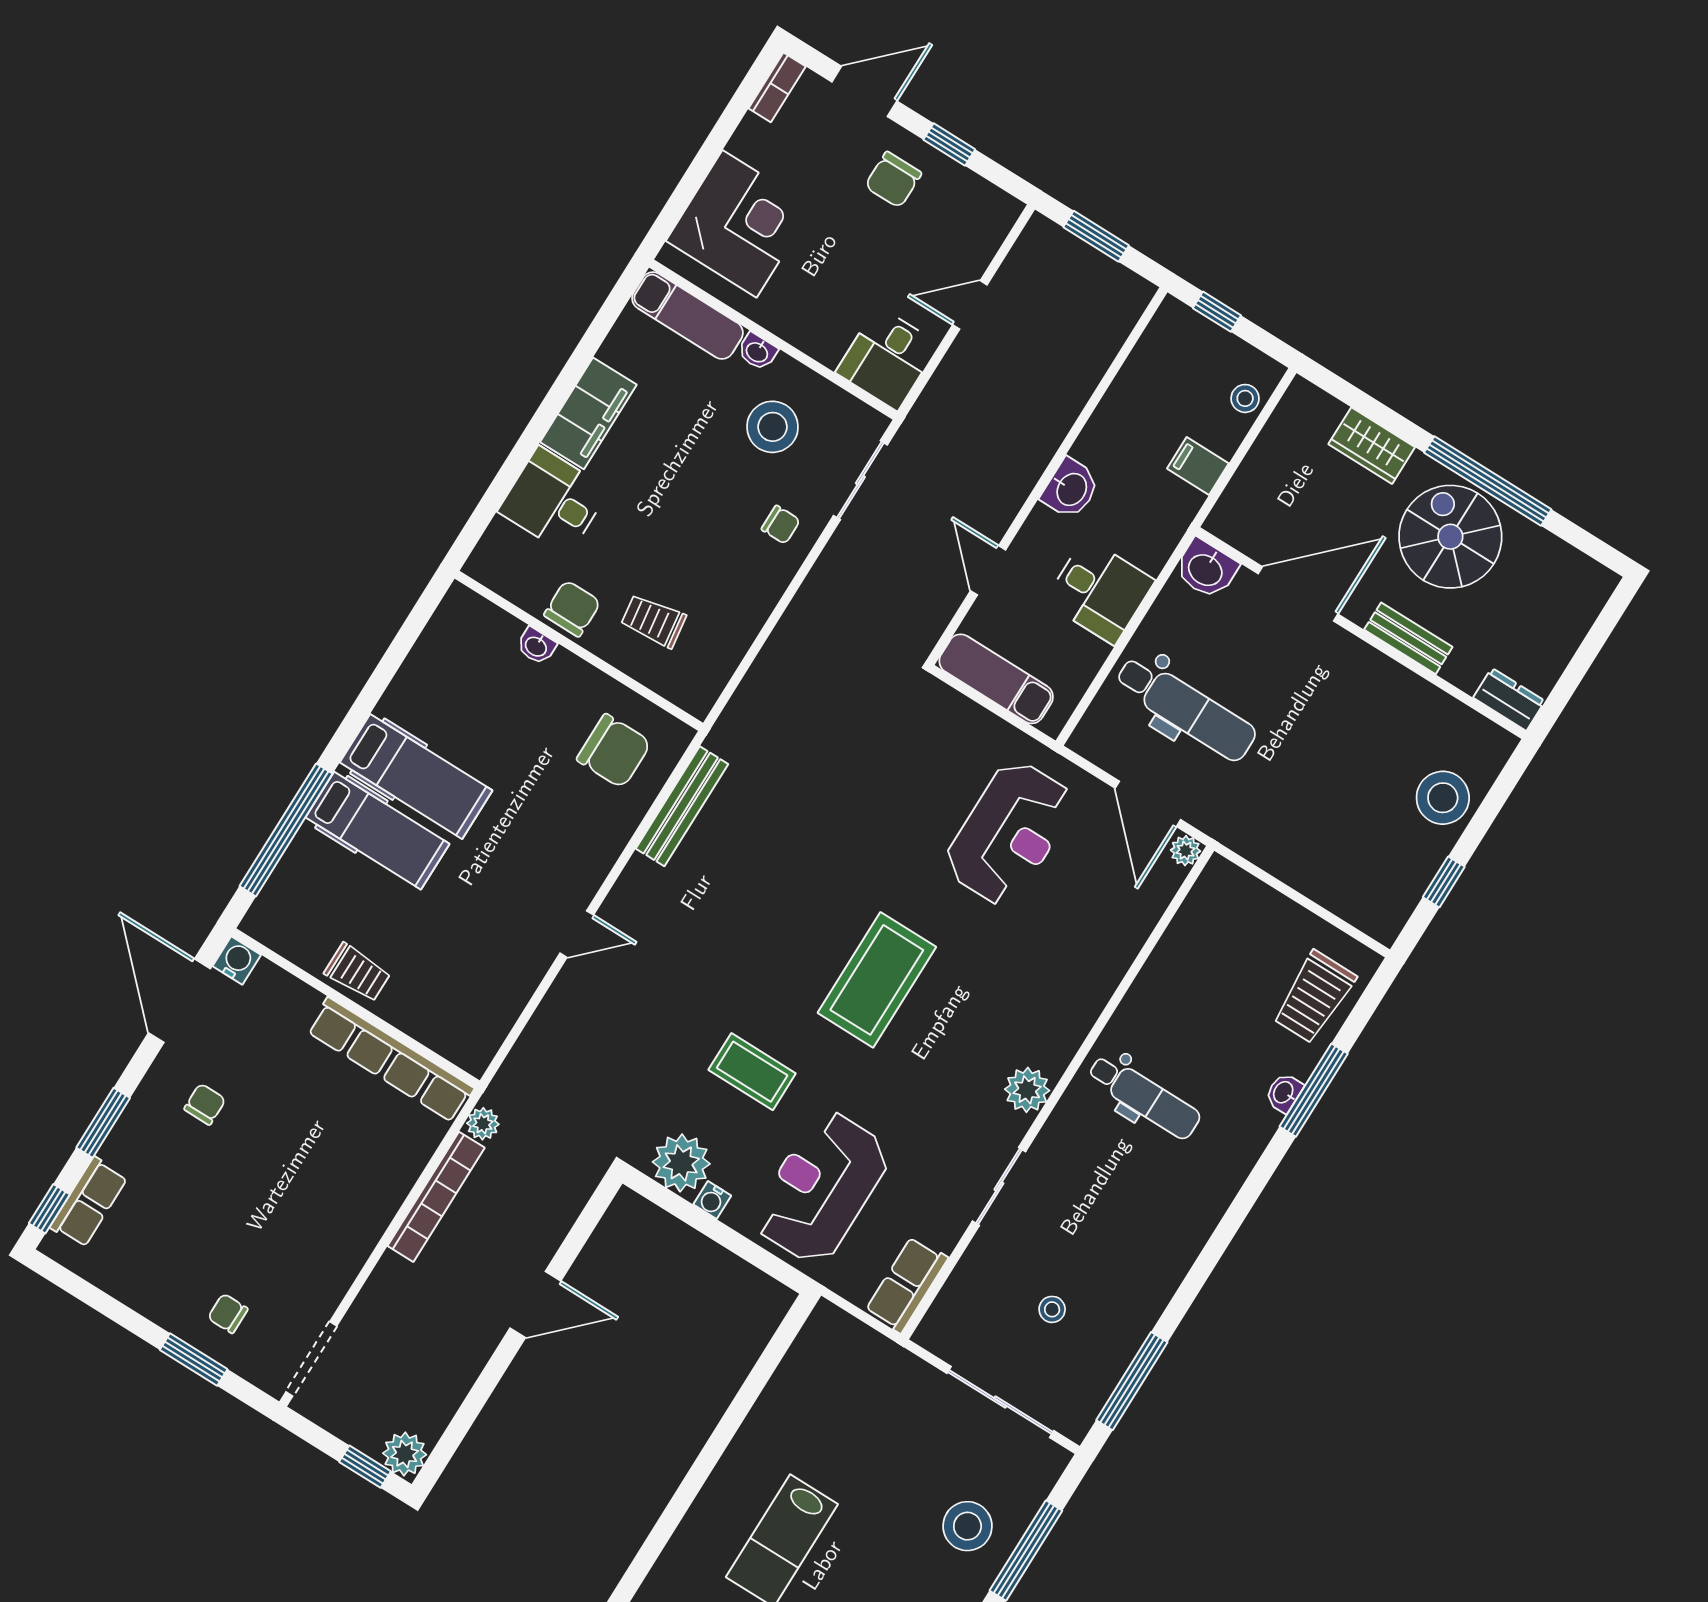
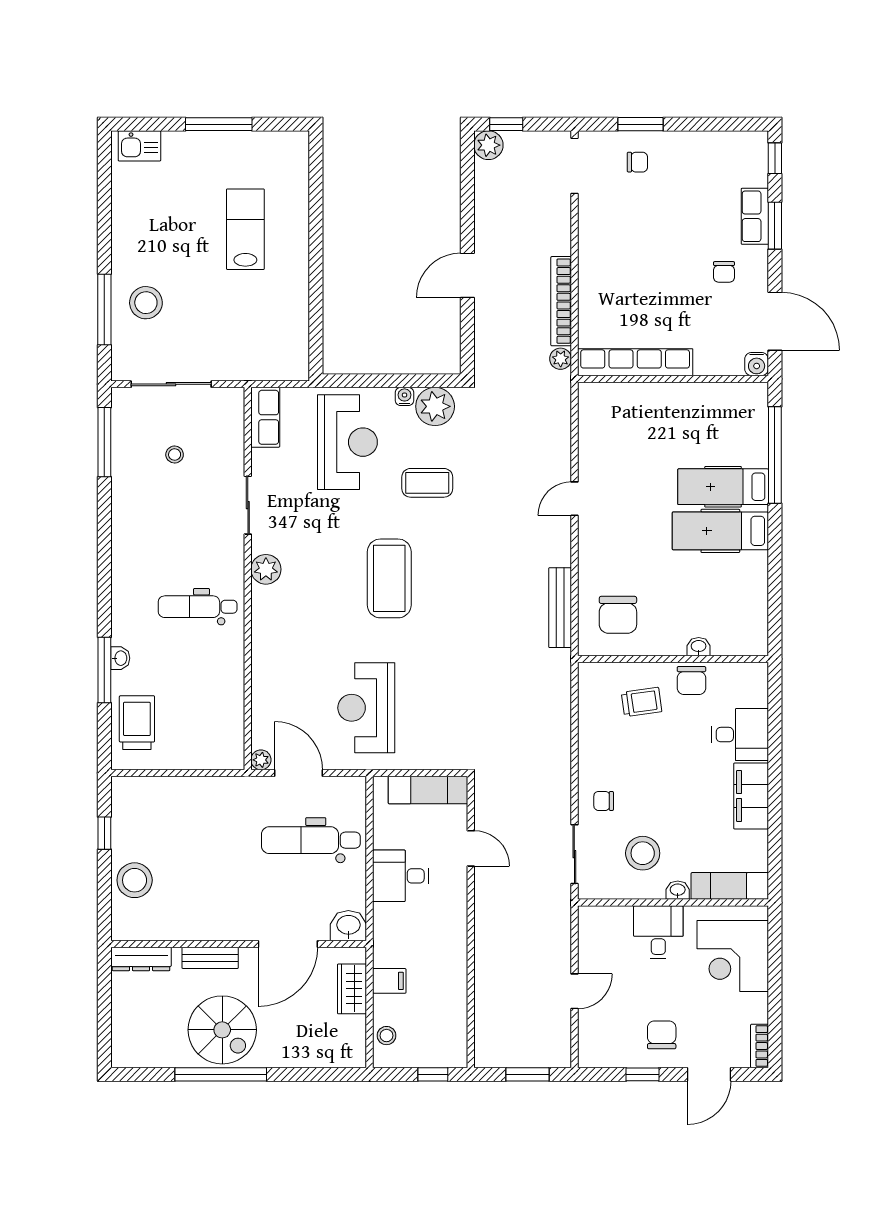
desk: (887, 358) -> (658, 932), moved
wardrobe: (1372, 446) -> (352, 989), moved, turned -90
washbasin: (1071, 489) -> (453, 923), removed
dresser: (1509, 699) -> (141, 959), width x1.44
chair: (614, 751) -> (618, 615), turned -90
trolley: (357, 973) -> (684, 400), removed
row of seats: (89, 1202) -> (755, 216), moved

